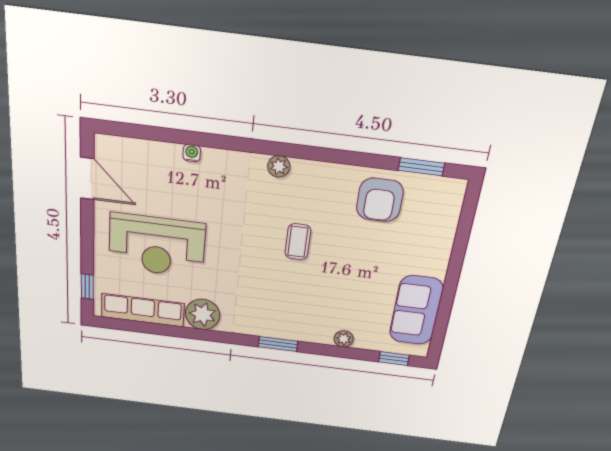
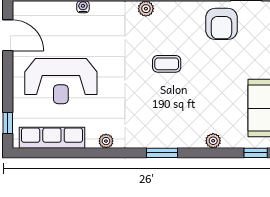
coffee table: (298, 242) -> (167, 64), turned 90
plant: (203, 314) -> (106, 141), width x0.53, depth x0.53

